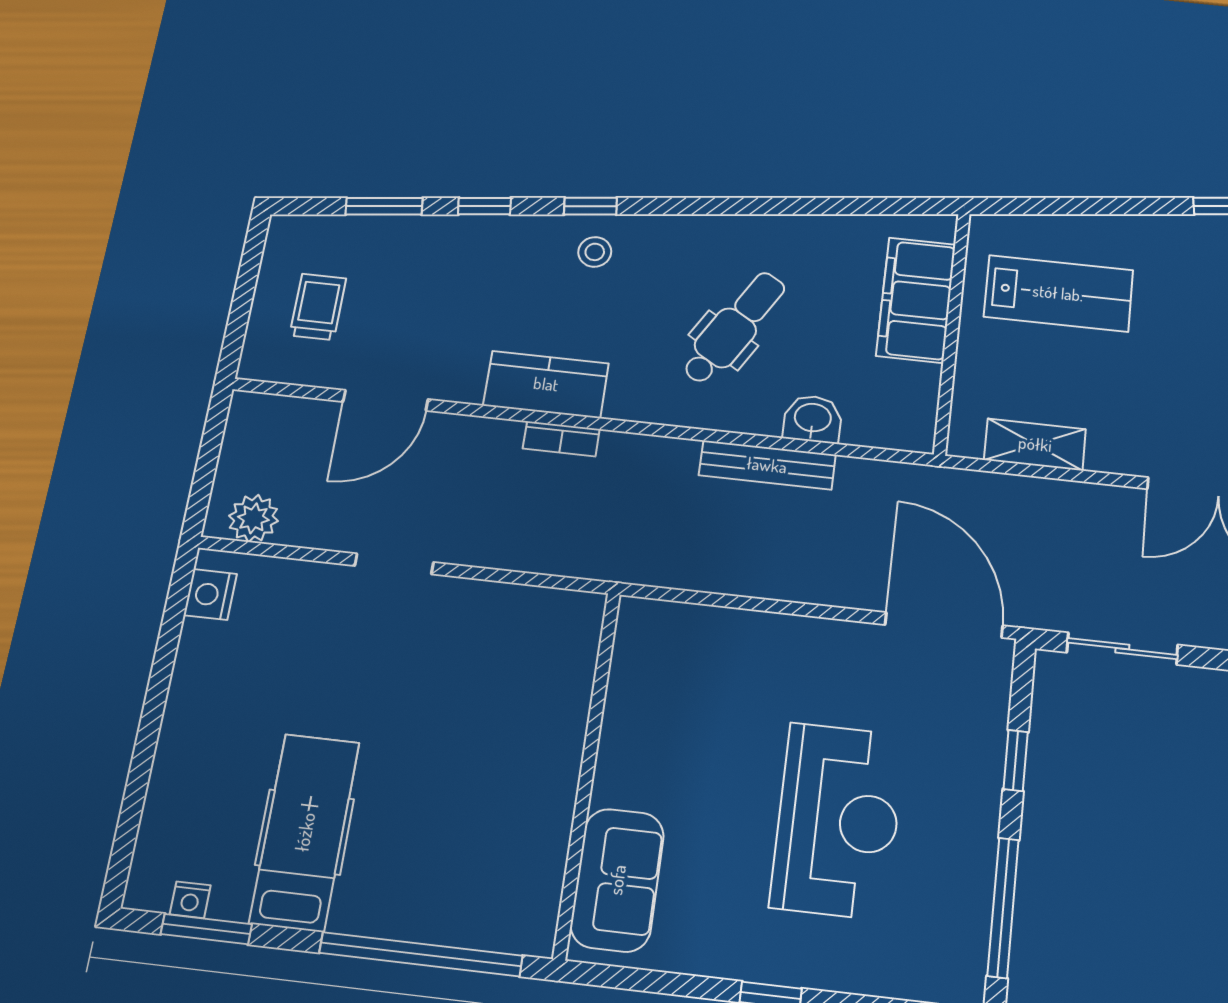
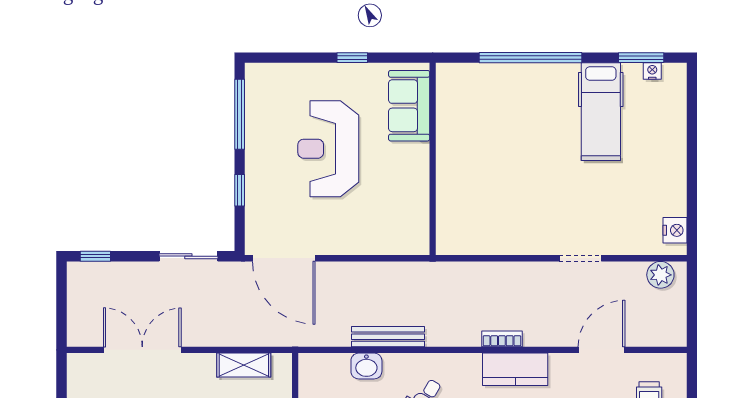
wall: (587, 772) -> (433, 159), moved
sofa: (617, 880) -> (409, 106), moved

